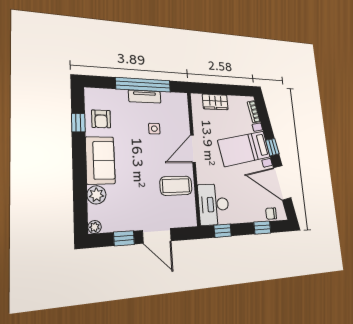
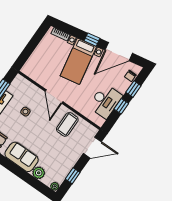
wardrobe: (215, 102) -> (36, 58), removed
desk: (214, 204) -> (105, 101), moved, turned -90
window: (223, 231) -> (121, 106), moved
door: (157, 236) -> (92, 148), moved

